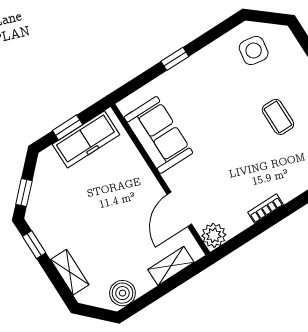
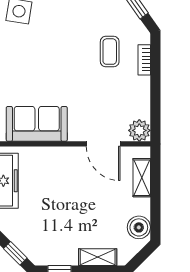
coffee table: (278, 117) -> (110, 52), moved, turned 90
bookcase: (266, 209) -> (144, 60), moved

